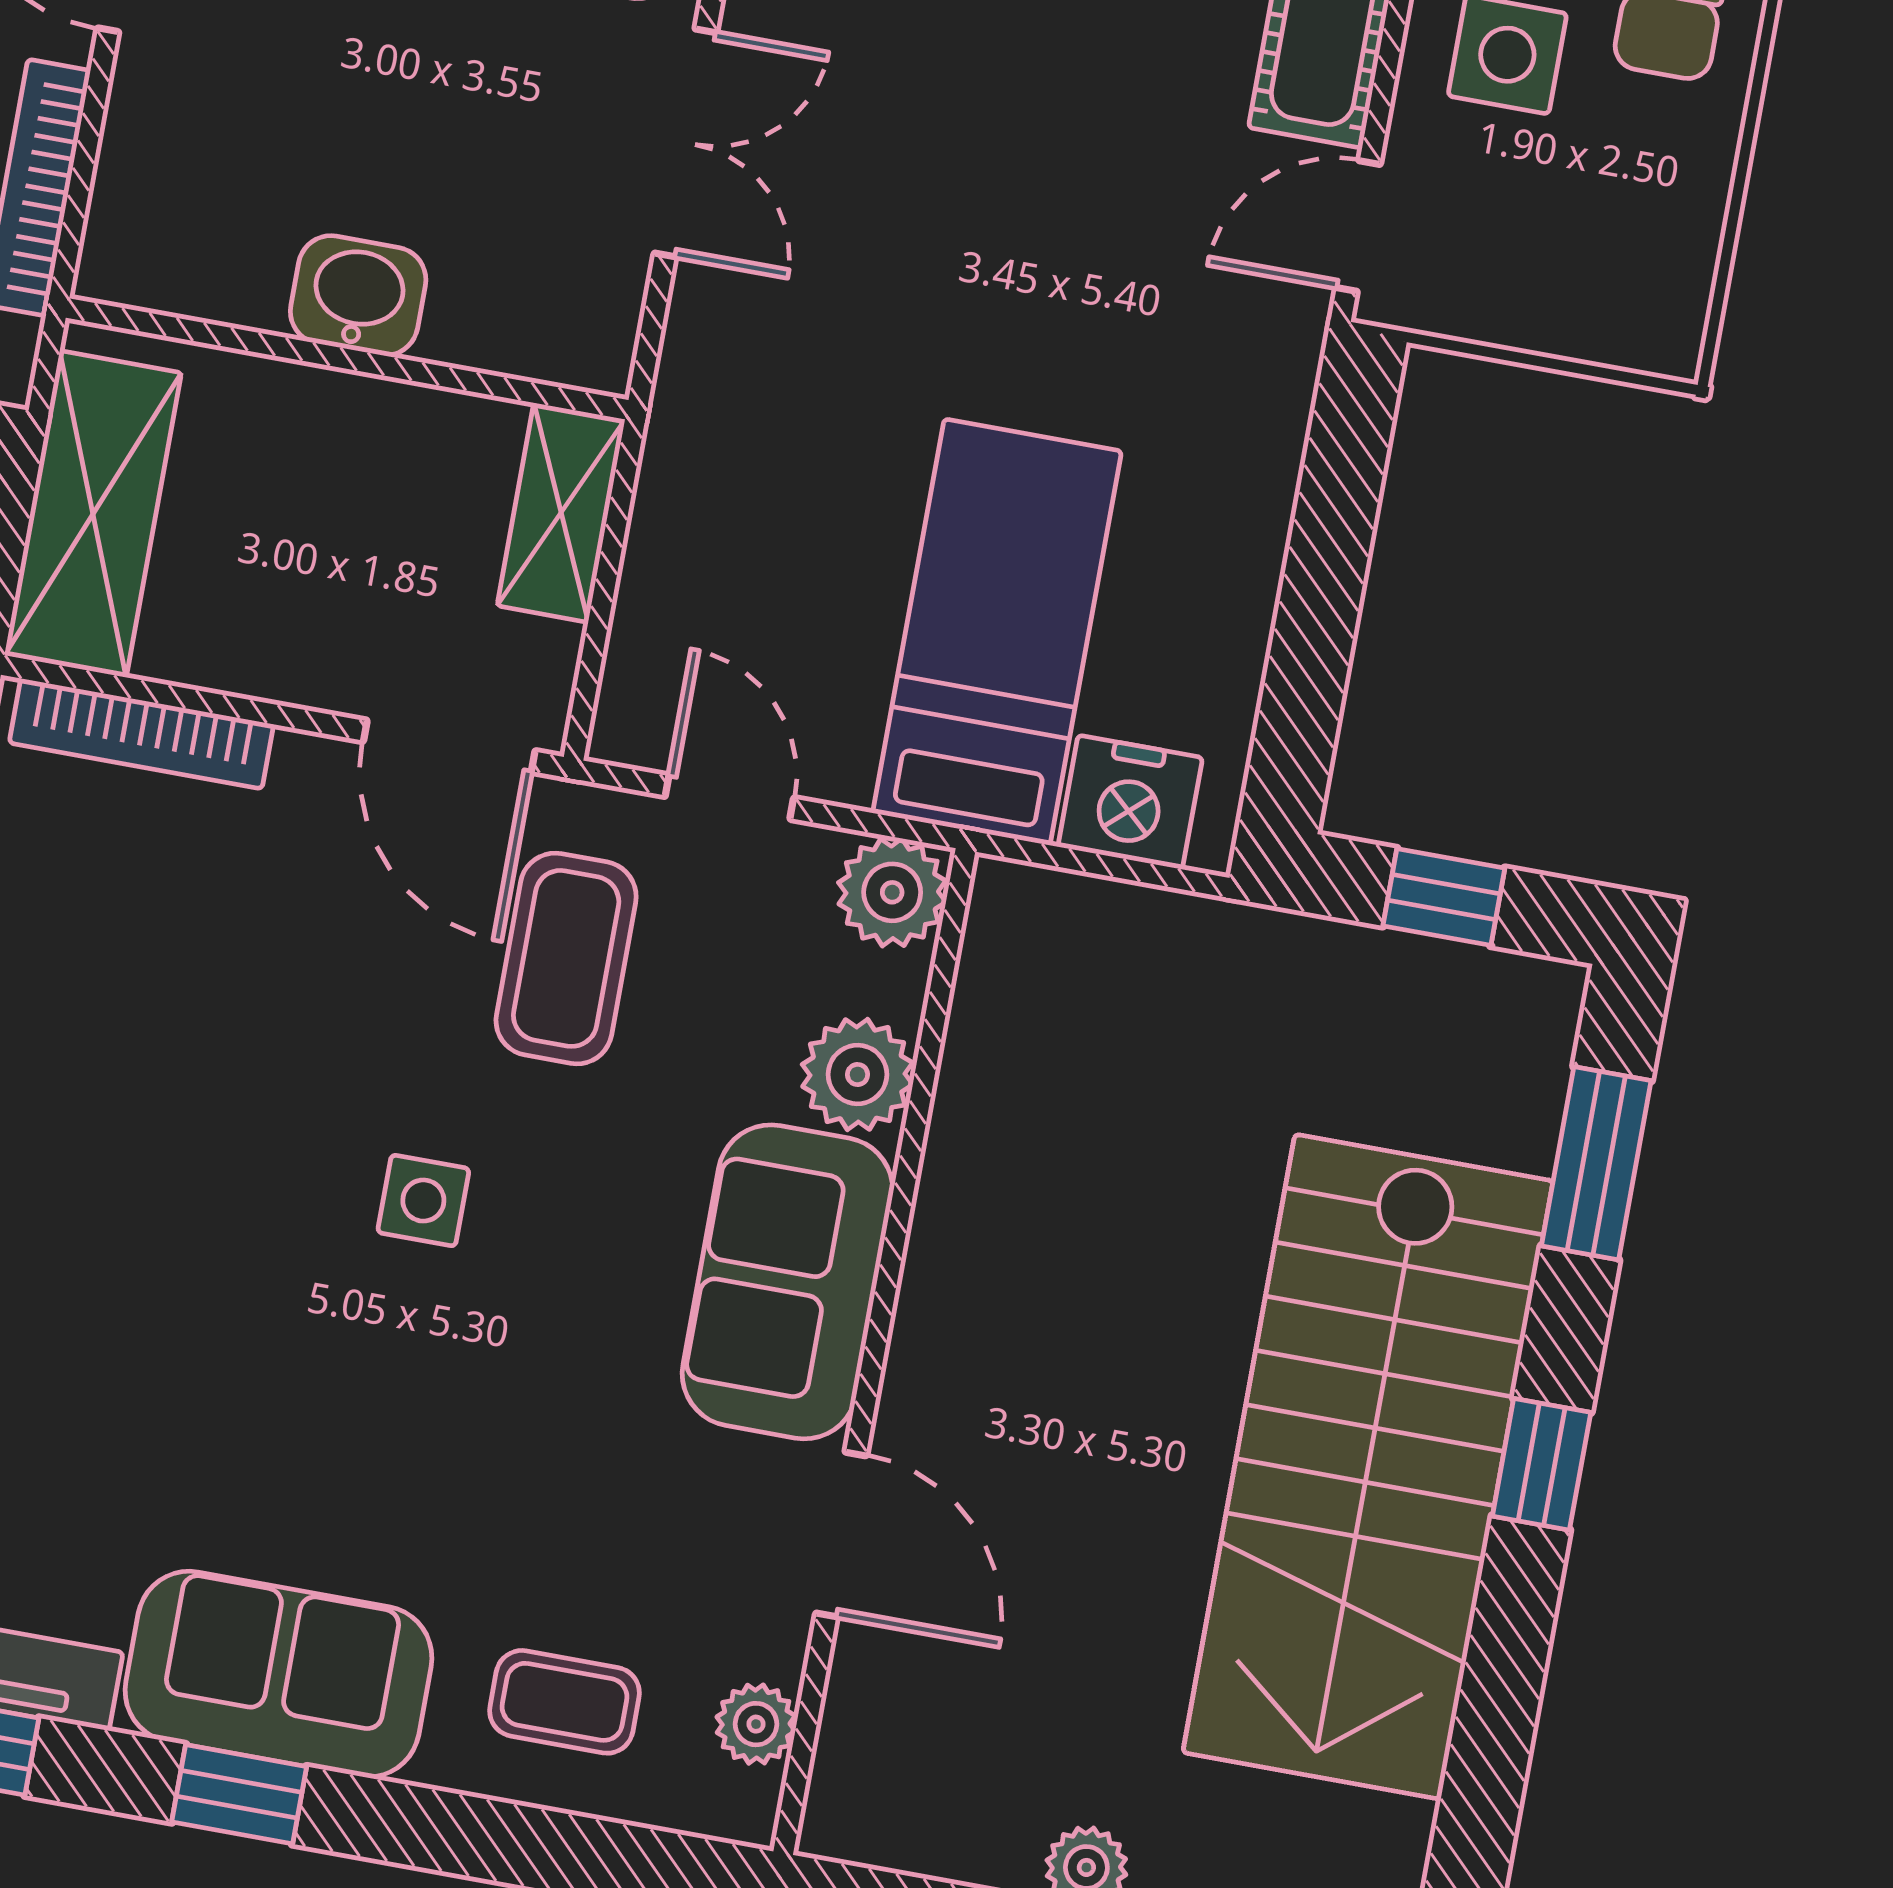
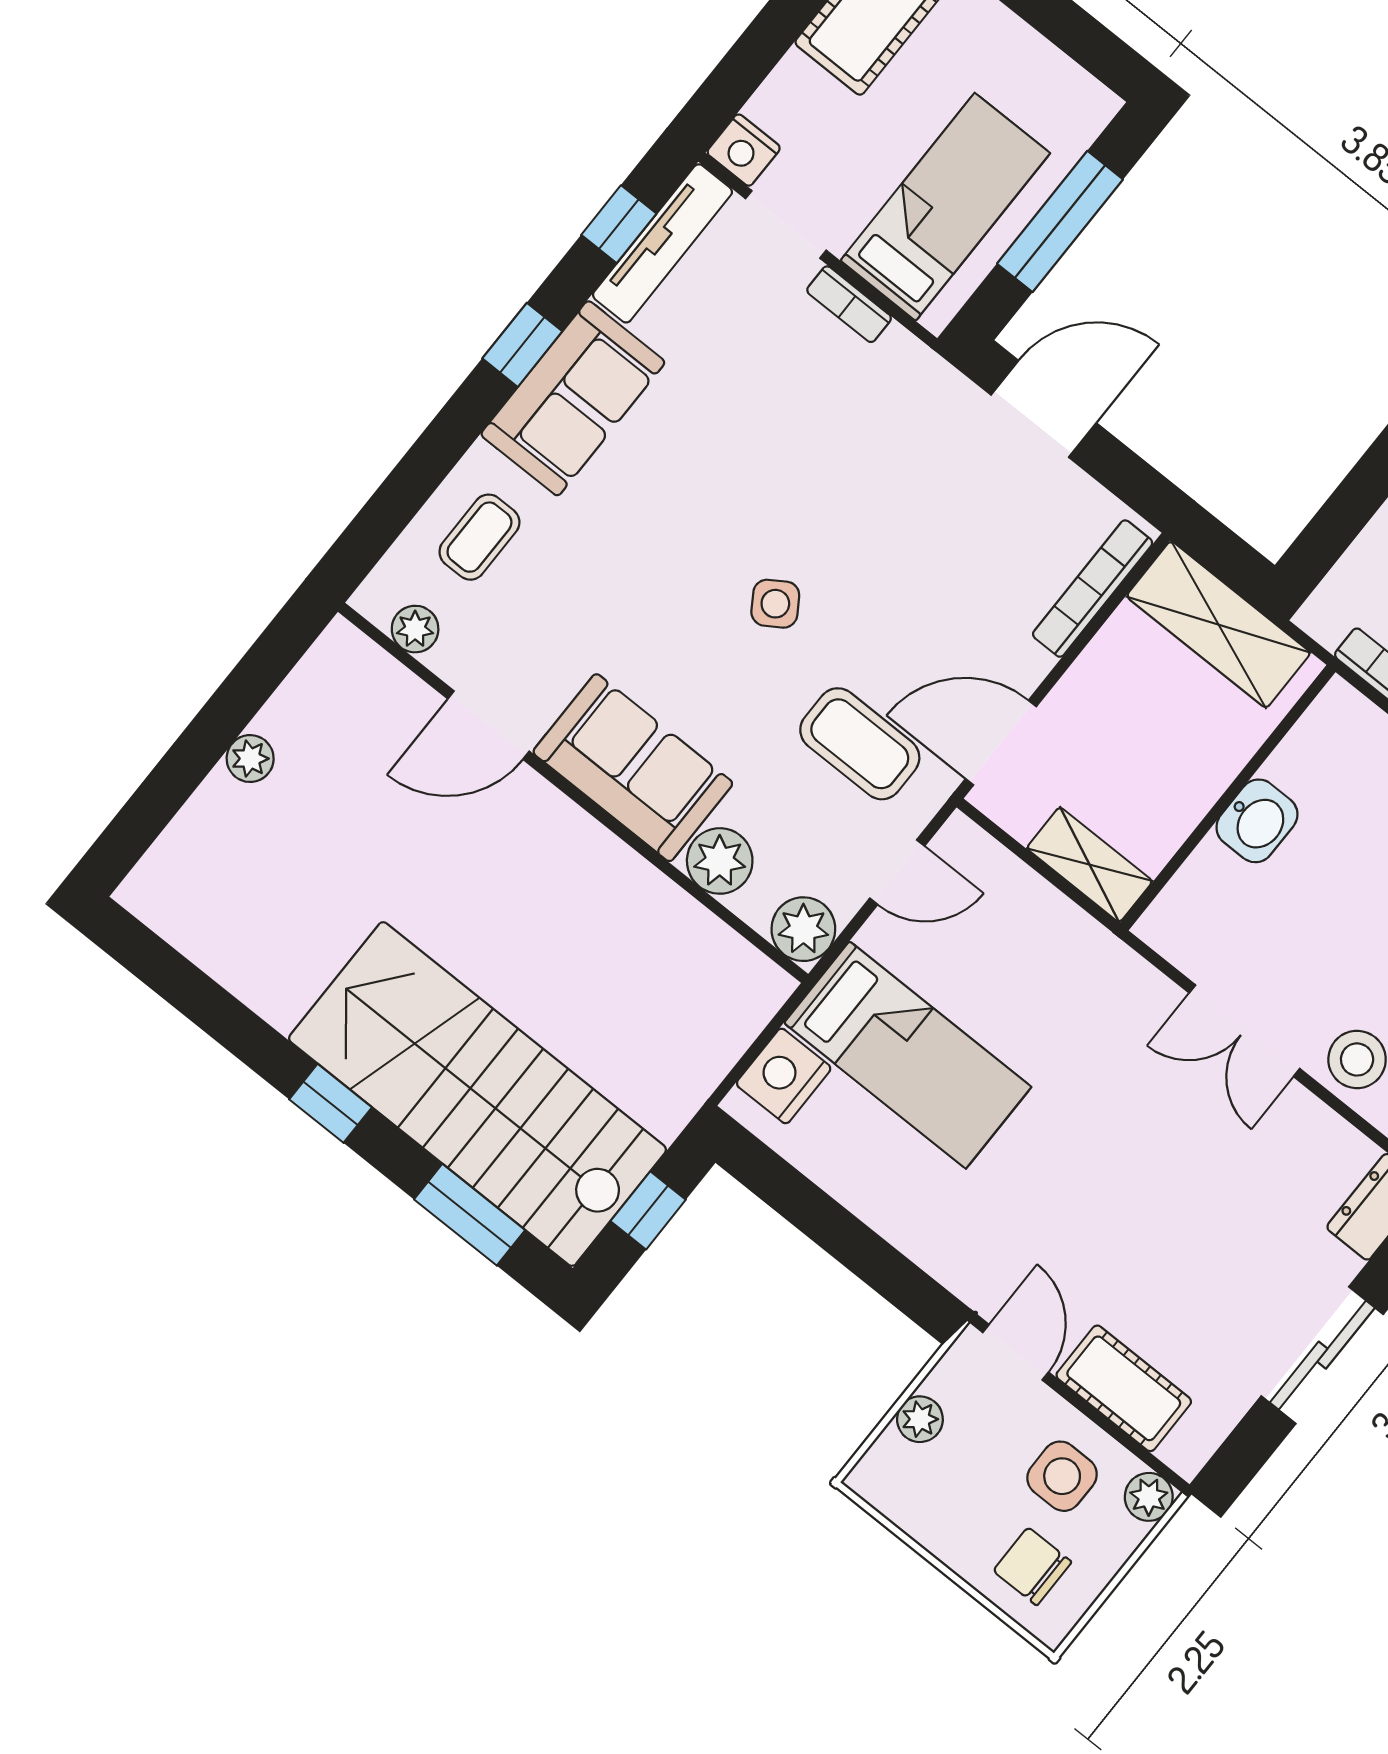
plant: (1537, 316) -> (920, 1419), added
side table: (423, 1201) -> (775, 604), turned -33
stairs: (1368, 1467) -> (478, 1094), moved

